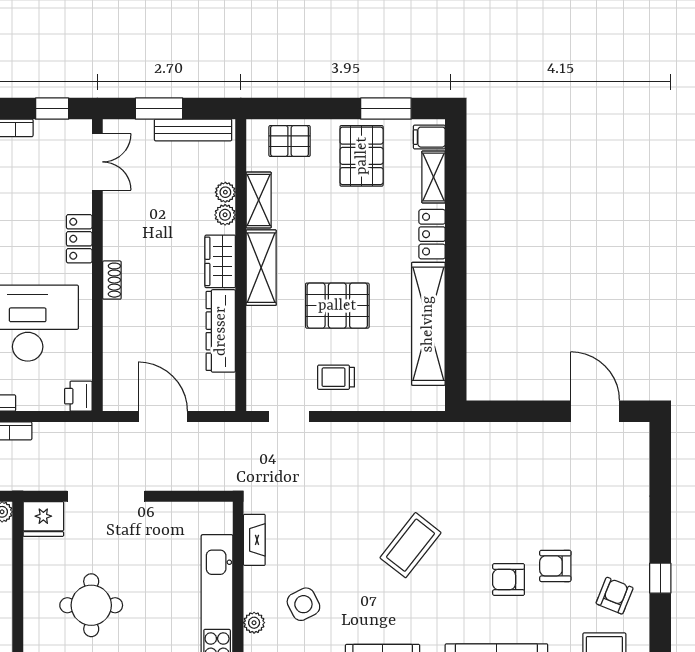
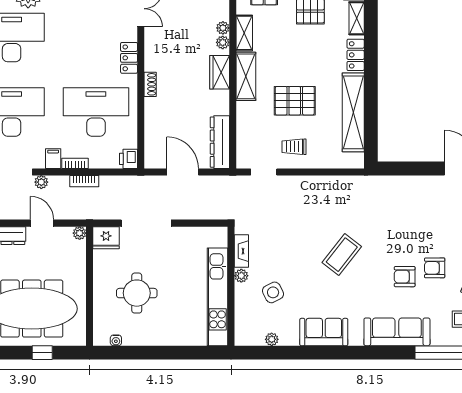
dresser: (221, 331) -> (220, 142), moved
plant: (254, 623) -> (241, 276), moved

